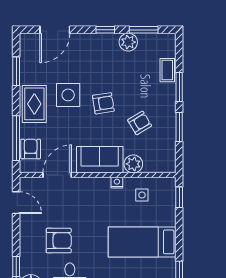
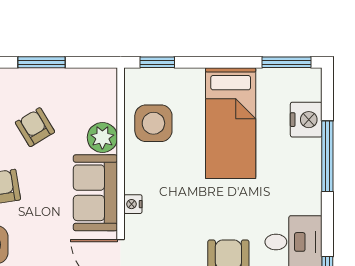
nightstand: (117, 183) -> (133, 204), moved
side table: (142, 195) -> (153, 123), width x1.87, depth x1.87

